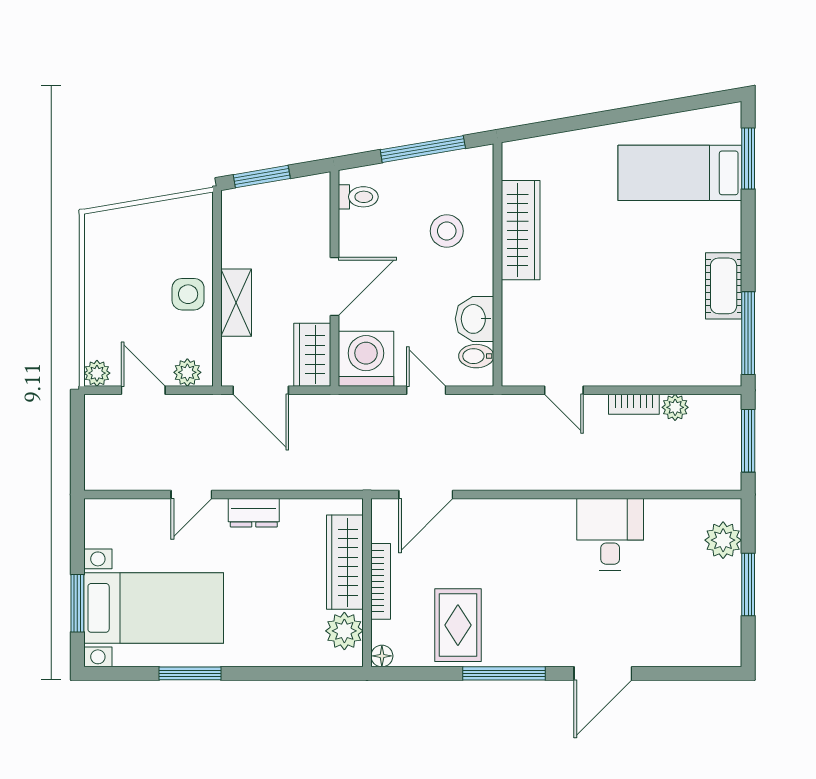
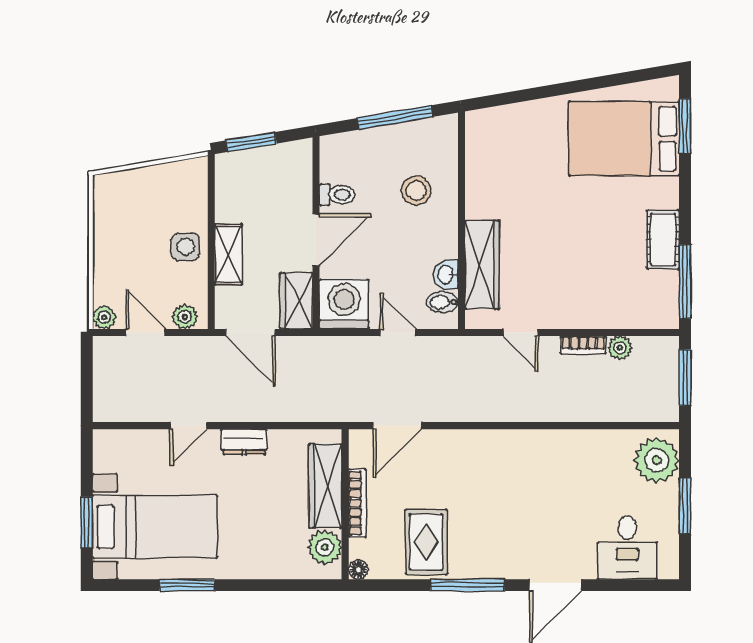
bed: (680, 173) -> (624, 139), width x1.50
toilet: (358, 197) -> (337, 195), moved
wardrobe: (521, 230) -> (482, 265), moved
washbasin: (474, 319) -> (446, 275), width x0.72, depth x0.69
desk: (610, 534) -> (627, 547), moved, turned 180
plant: (723, 540) -> (657, 460), width x1.36, depth x1.36

